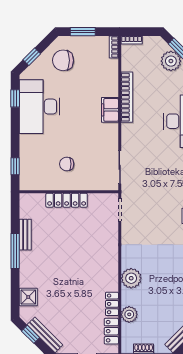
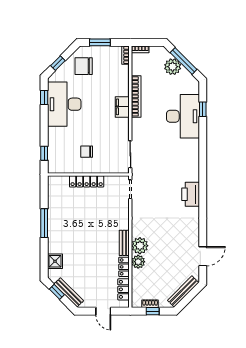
bench: (25, 235) -> (124, 243), moved
plant: (129, 314) -> (138, 262), moved

